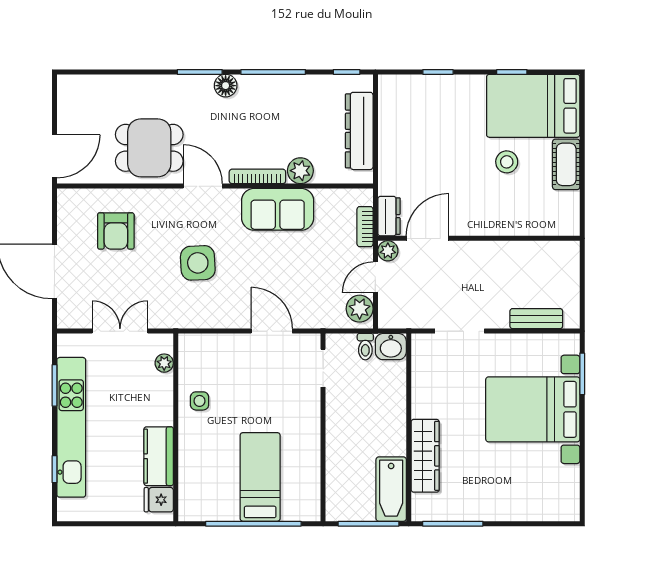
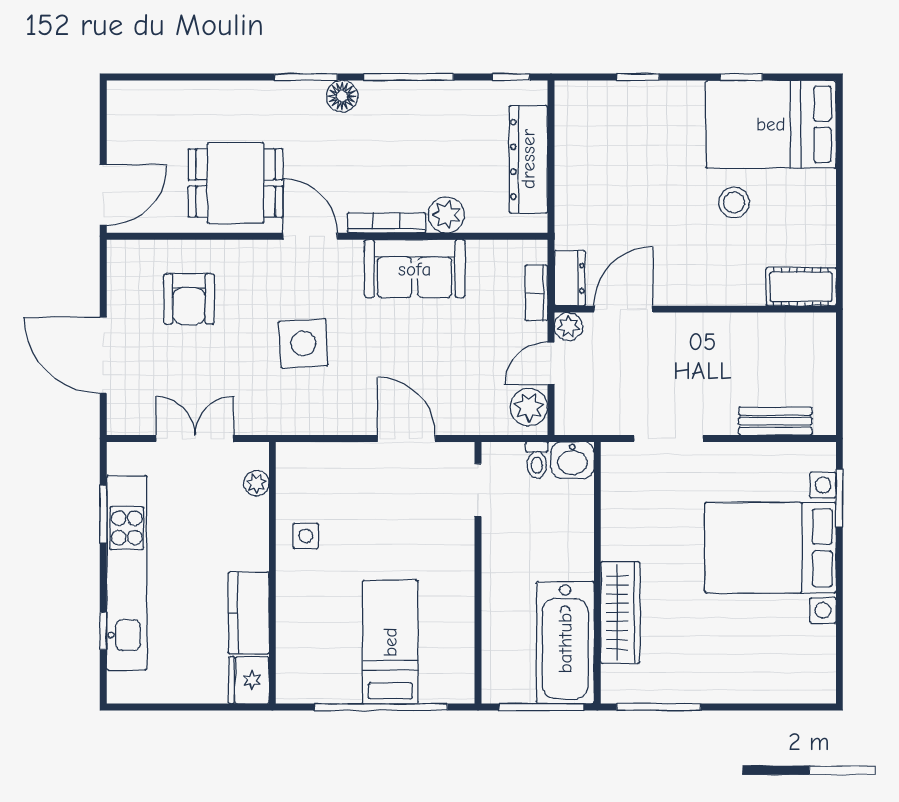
cot: (566, 164) -> (801, 287), moved, turned 90
bathtub: (391, 489) -> (565, 643), width x1.36, depth x1.36
fridge: (159, 500) -> (249, 680), width x1.38

